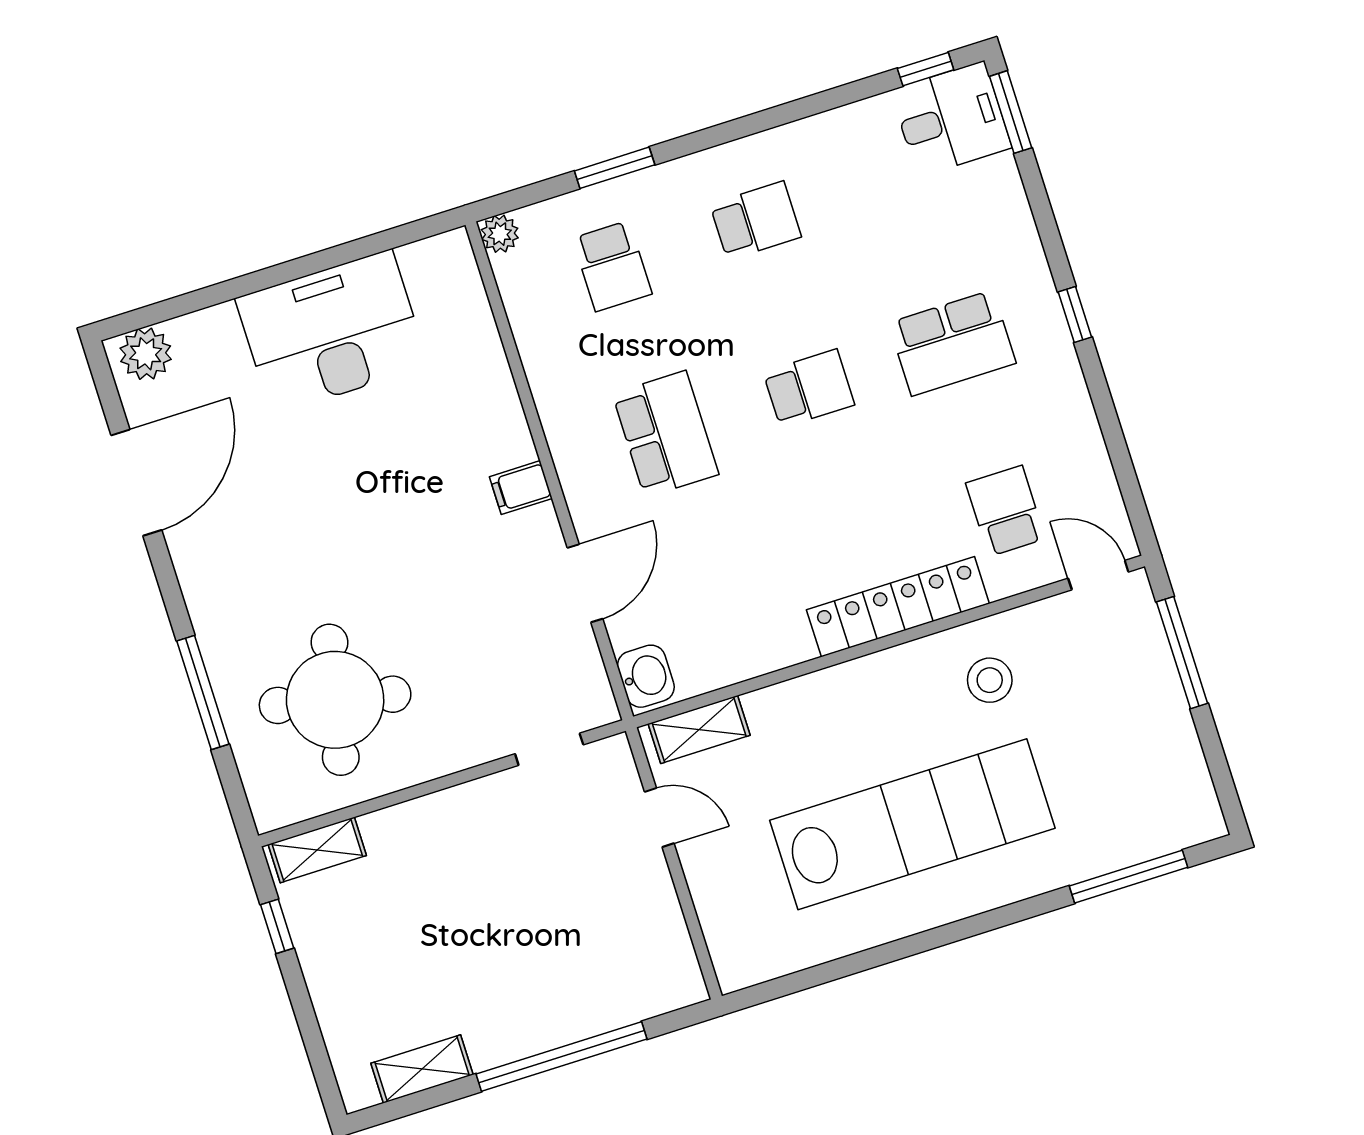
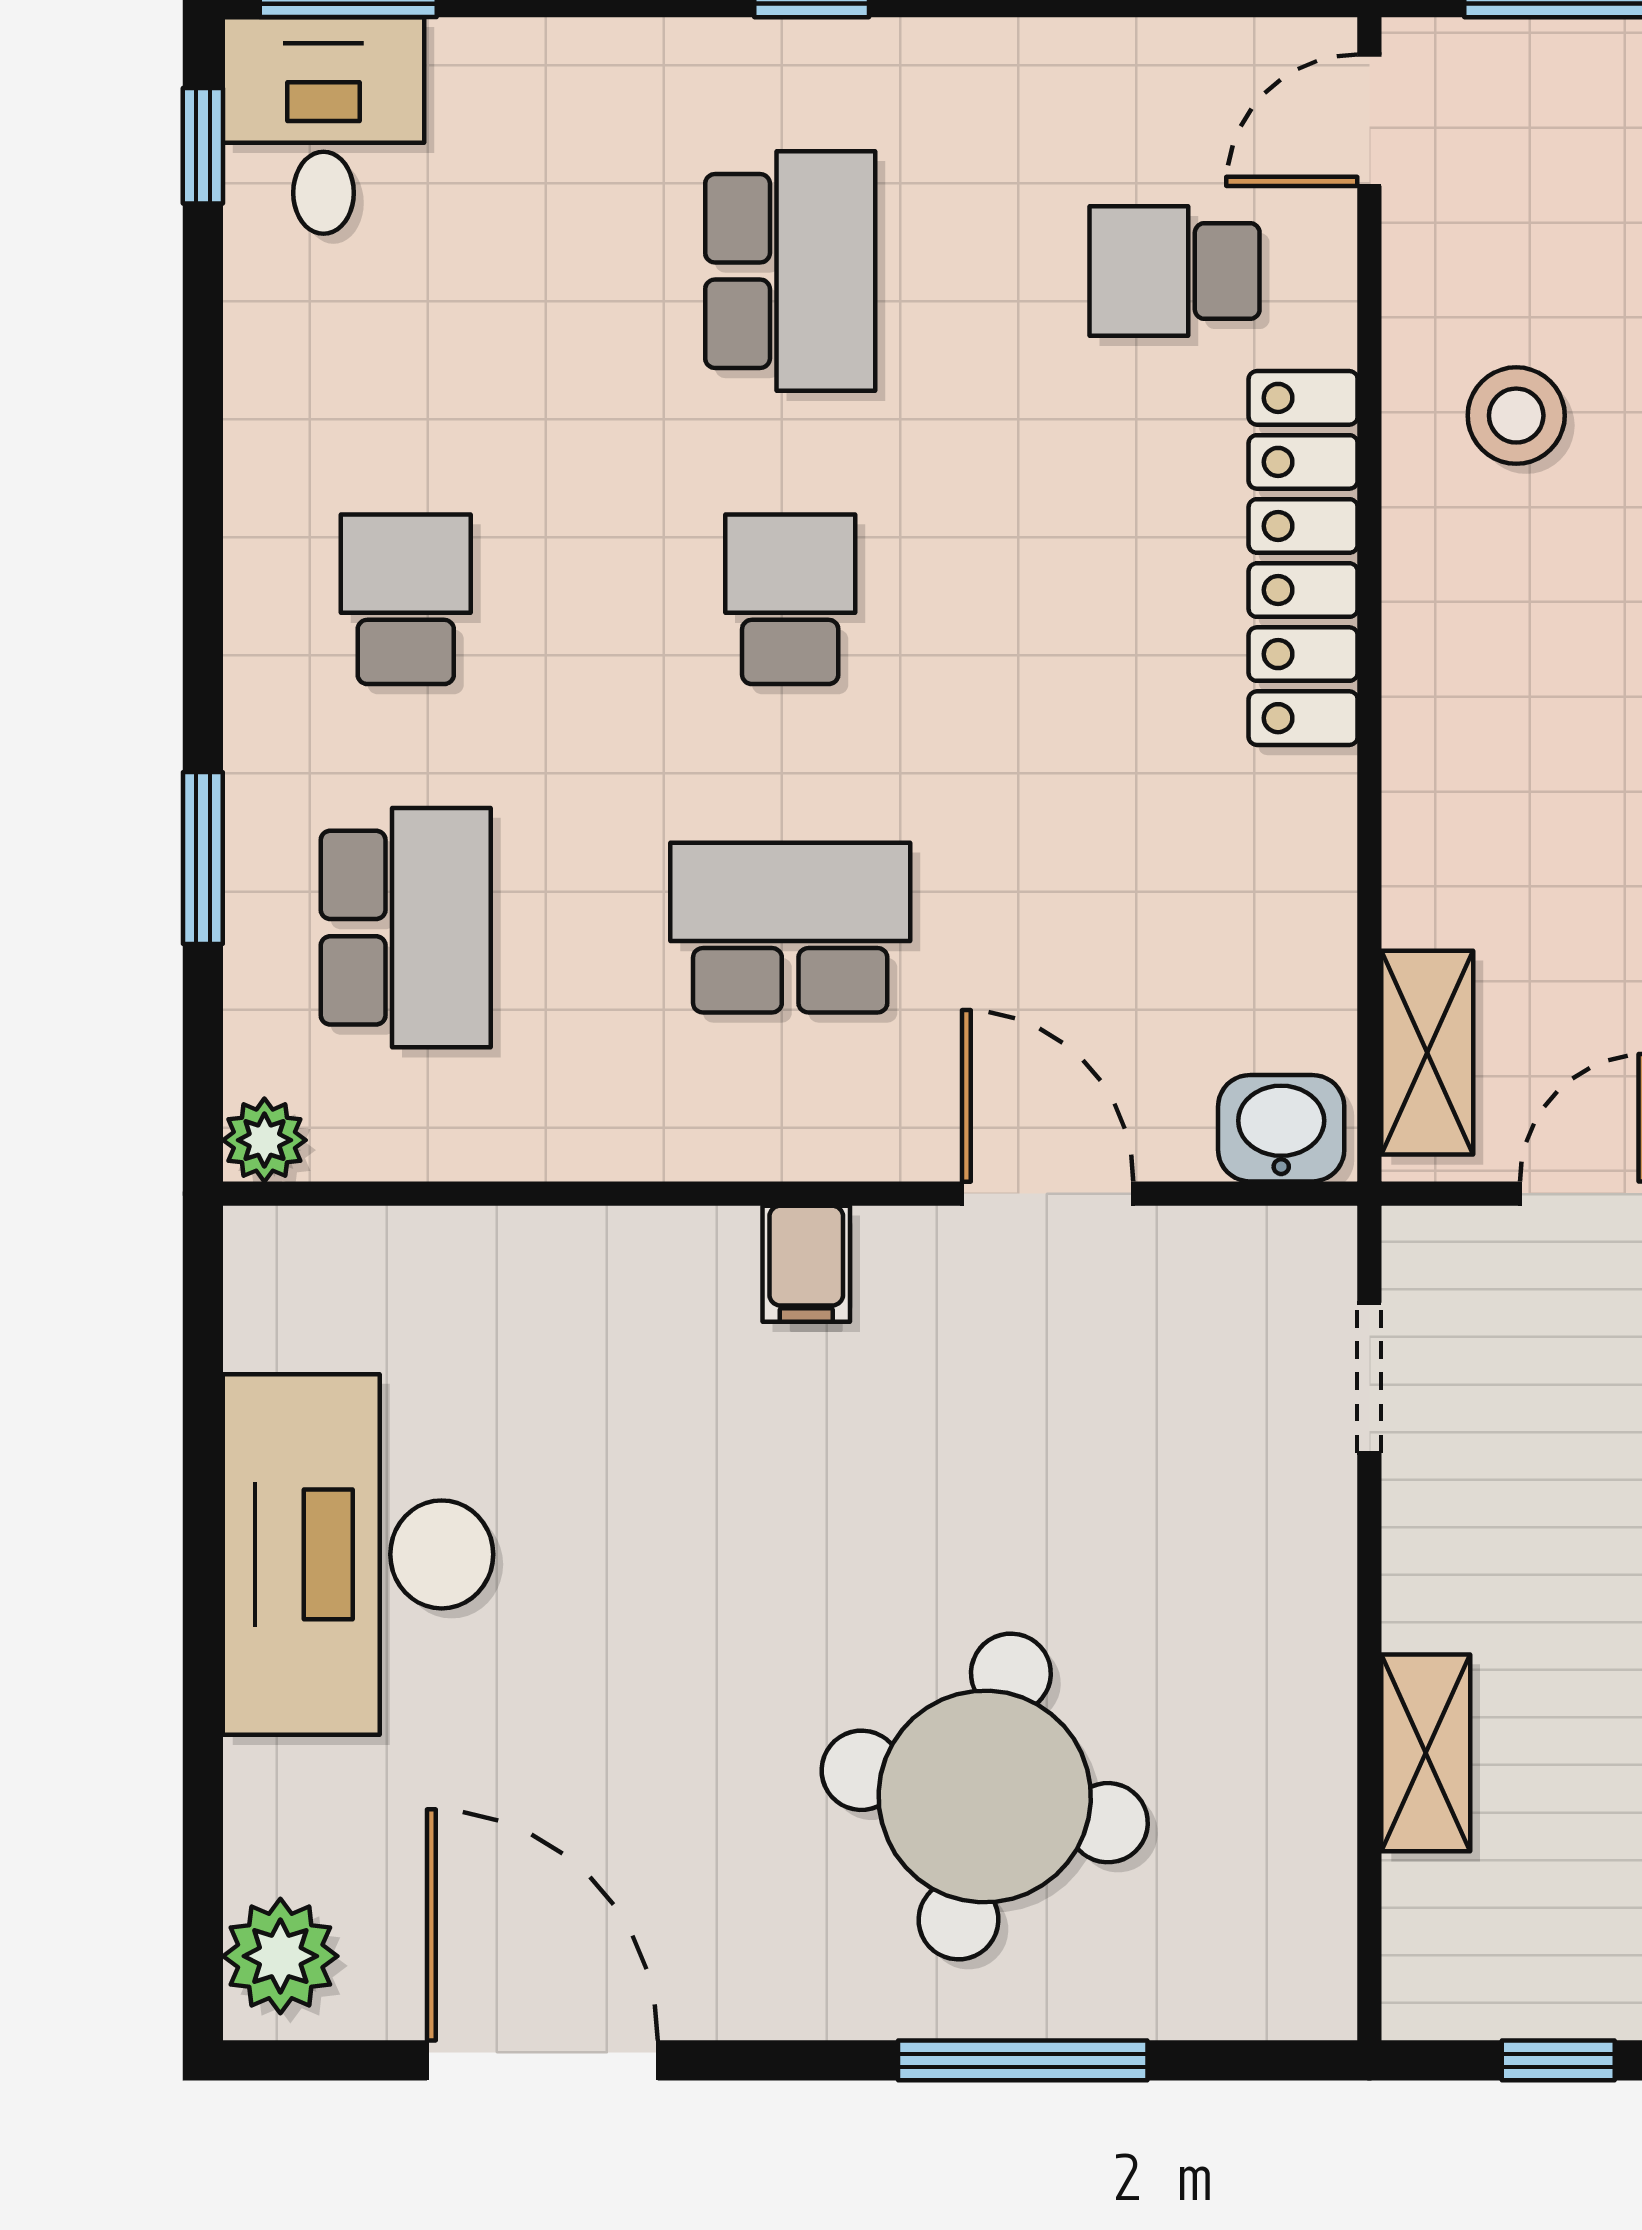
school desk: (612, 266) -> (406, 928), width x1.85
round table: (335, 700) -> (985, 1796), moved
shelving: (317, 850) -> (1426, 1753), moved

